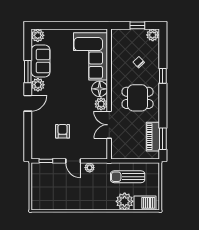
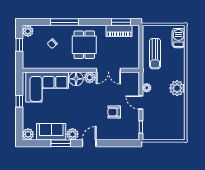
window: (75, 25) -> (19, 101), added
window: (163, 76) -> (65, 22), width x2.17
door: (28, 103) -> (89, 143), hinge flipped
door: (73, 161) -> (141, 103), swing flipped
plant: (125, 201) -> (177, 88), moved

